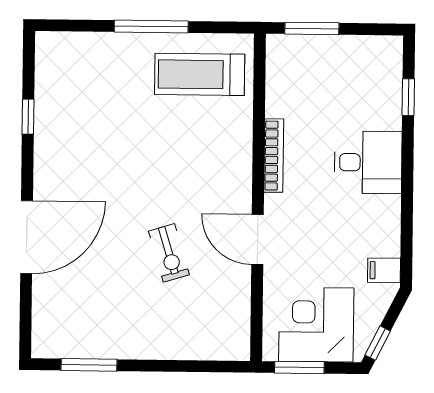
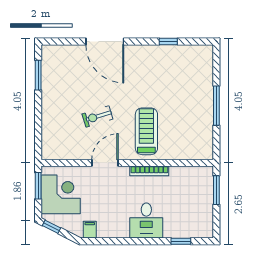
treadmill: (200, 74) -> (146, 131), moved

